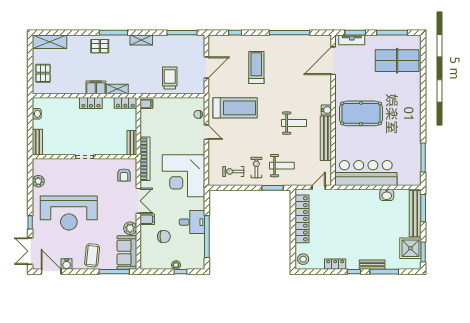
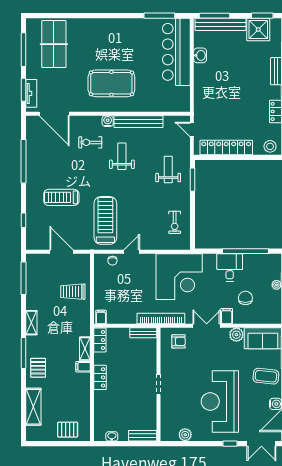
shelving: (50, 42) -> (33, 407), moved
filing cabinet: (96, 87) -> (83, 367), width x0.50
pool table: (361, 113) -> (111, 83), turned 90
exercise bike: (256, 167) -> (90, 142), moved
bar counter: (366, 173) -> (176, 52), moved
reception desk: (69, 213) -> (220, 401), turned 180

